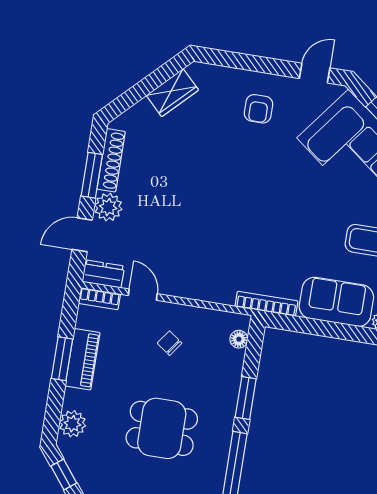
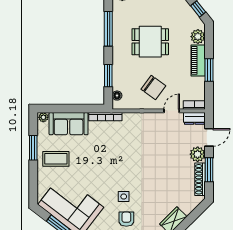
side table: (257, 151) -> (124, 197), added
door: (143, 295) -> (172, 111), swing flipped
chair: (170, 343) -> (153, 87), width x1.87, depth x1.87
piano: (82, 359) -> (198, 60), moved
window: (246, 398) -> (108, 76), moved

